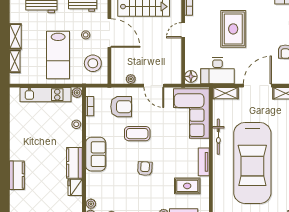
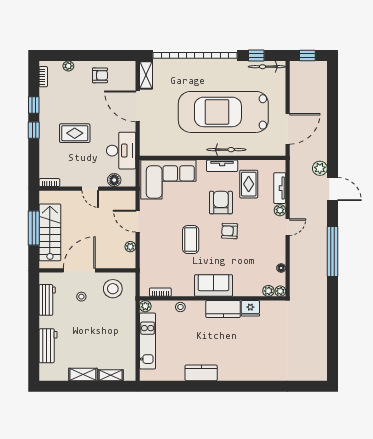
rug: (233, 29) -> (75, 133), width x0.73, depth x0.70
door: (183, 30) -> (90, 189), moved
lab bench: (58, 55) -> (104, 327), removed
floor lamp: (191, 76) -> (114, 180), moved
door: (154, 86) -> (138, 221), swing flipped
shelving: (225, 93) -> (146, 142), removed
armchair: (121, 107) -> (221, 203), moved
bicycle: (218, 137) -> (226, 150), moved
car: (252, 163) -> (223, 112), turned 180
kitchen counter: (17, 175) -> (201, 373), moved

